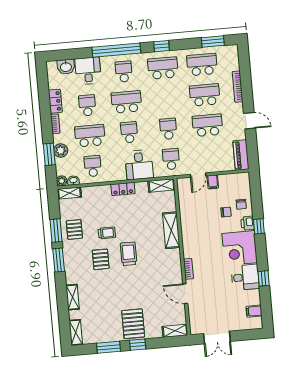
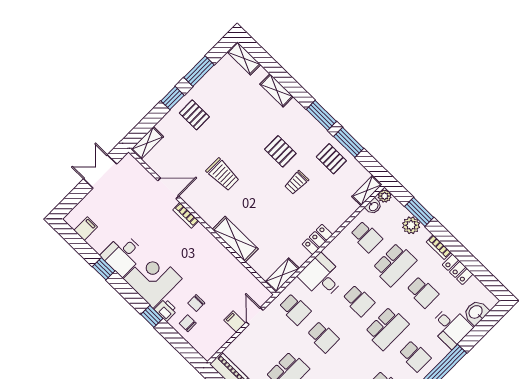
trolley: (129, 254) -> (223, 175), moved
pallet: (133, 324) -> (194, 115), width x0.67, depth x0.71

